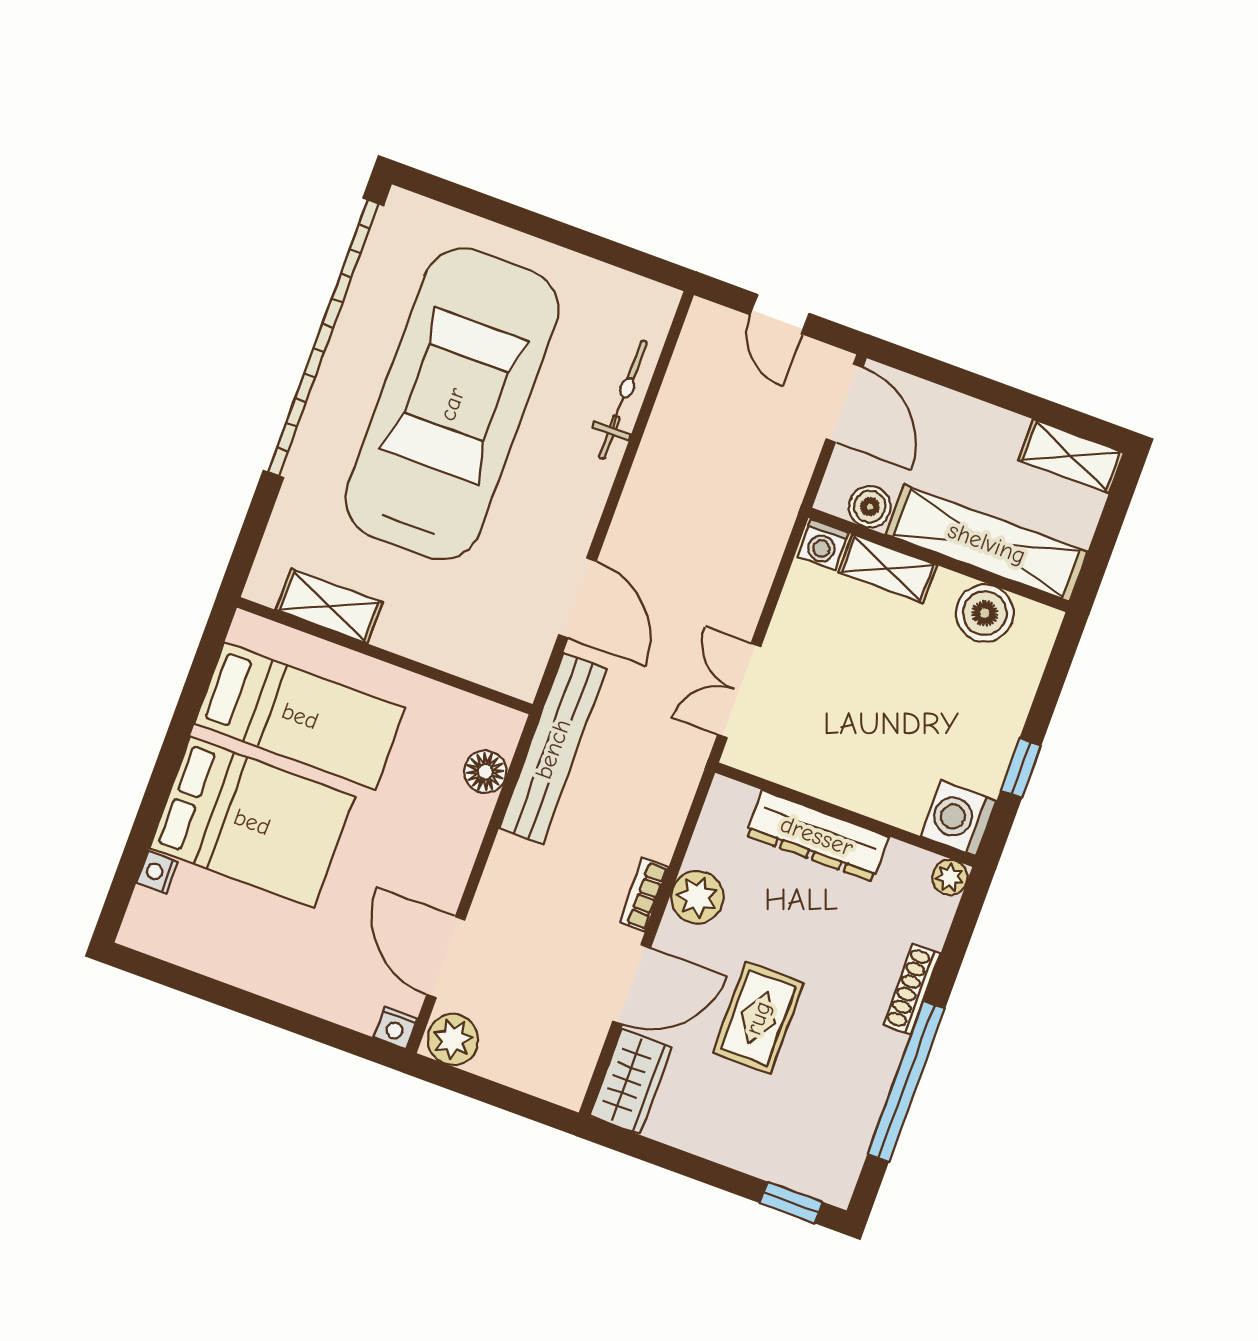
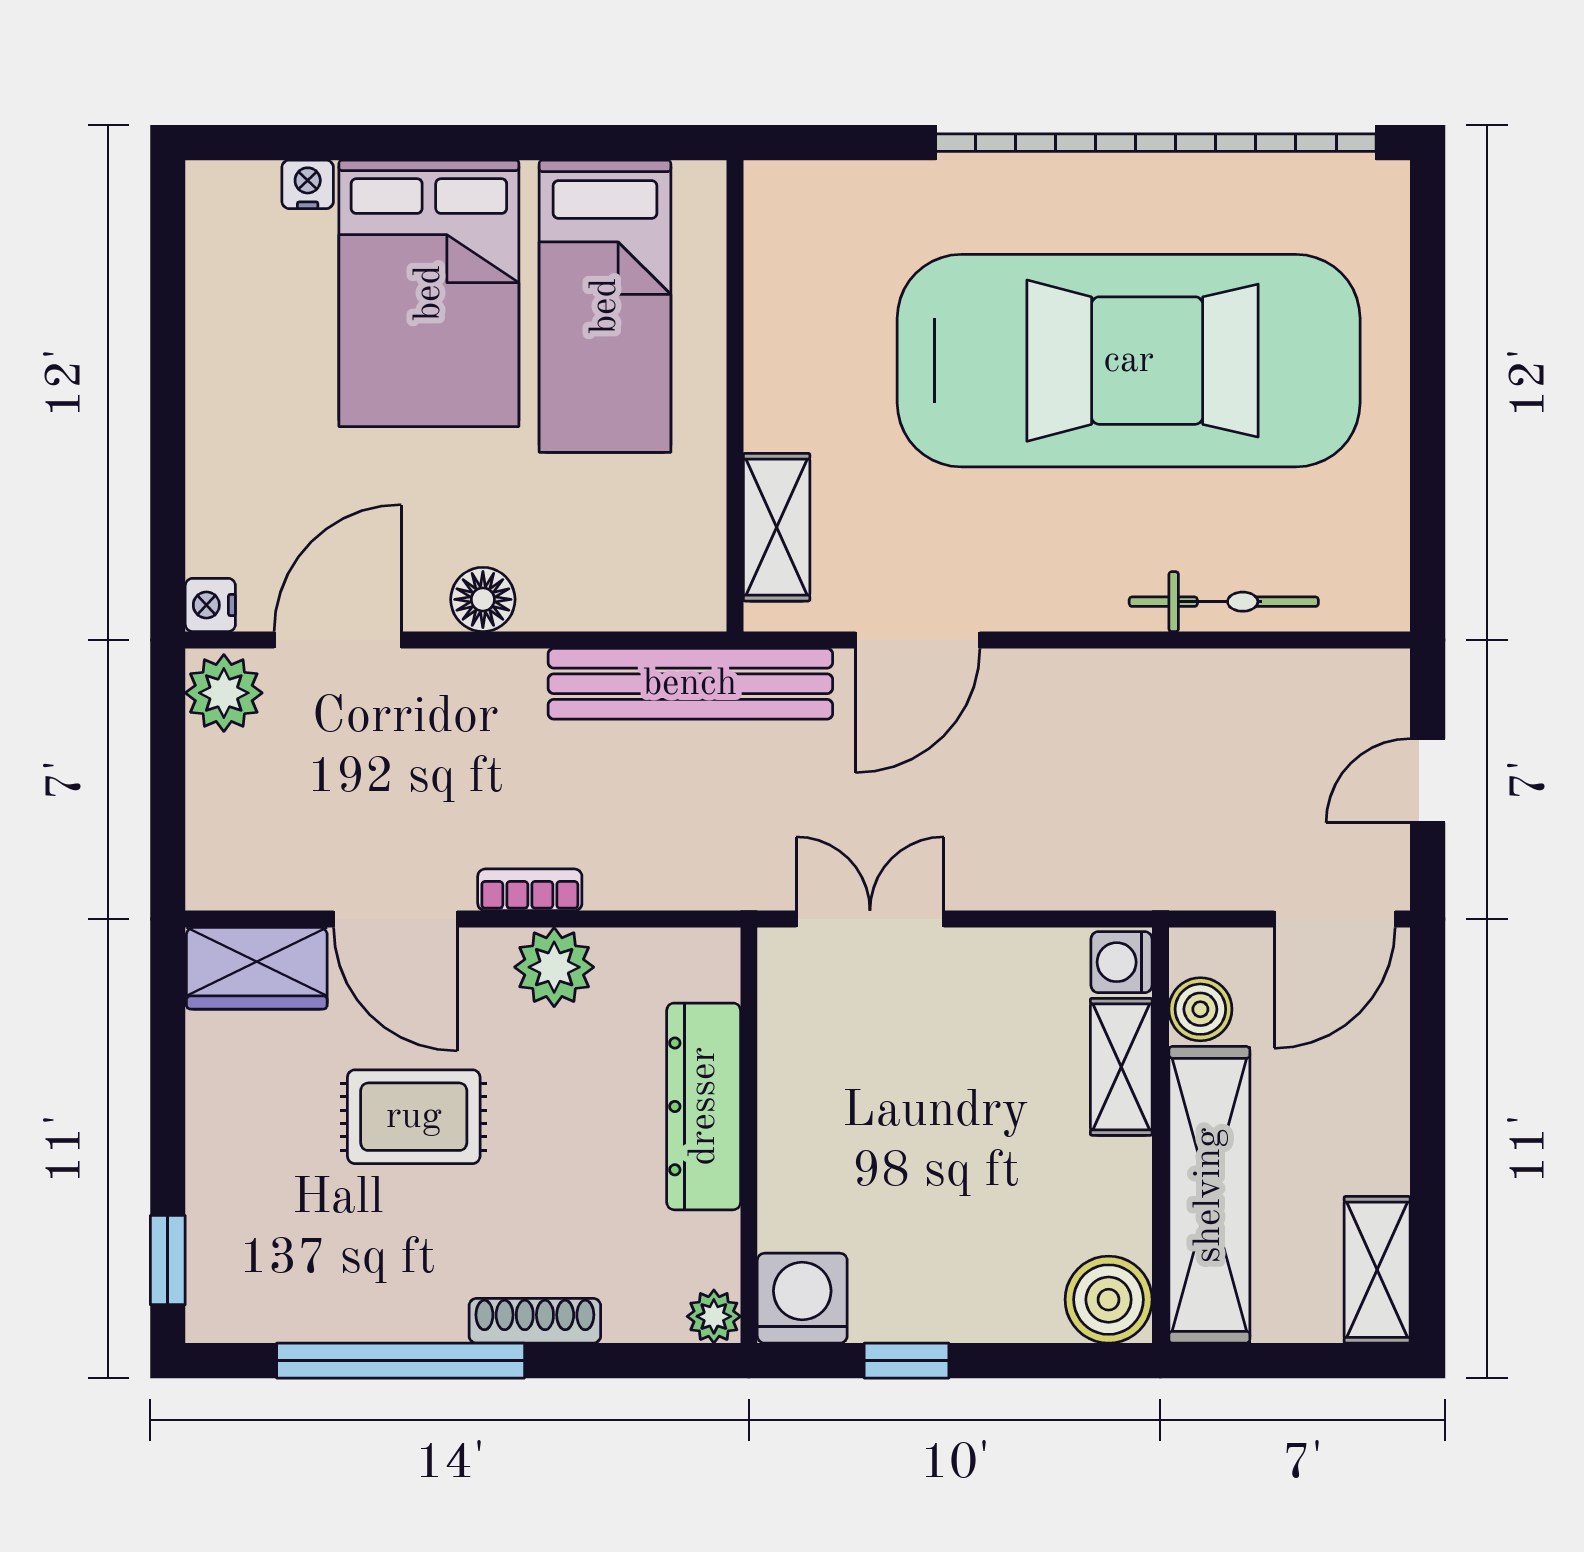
shelving: (329, 606) -> (777, 527), moved
boiler: (985, 613) -> (1109, 1300), moved
floor lamp: (485, 772) -> (483, 599), moved

